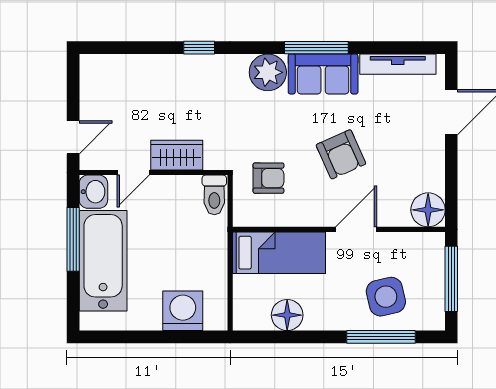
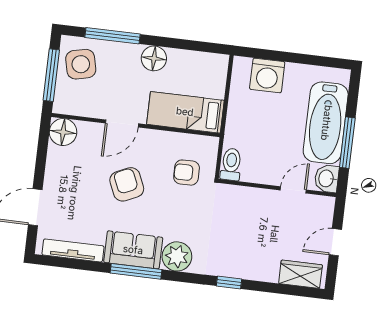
door: (73, 137) -> (335, 242), moved
wardrobe: (177, 155) -> (300, 274), moved, turned 180
side table: (386, 297) -> (81, 64), moved
floor lamp: (287, 315) -> (154, 58), moved

